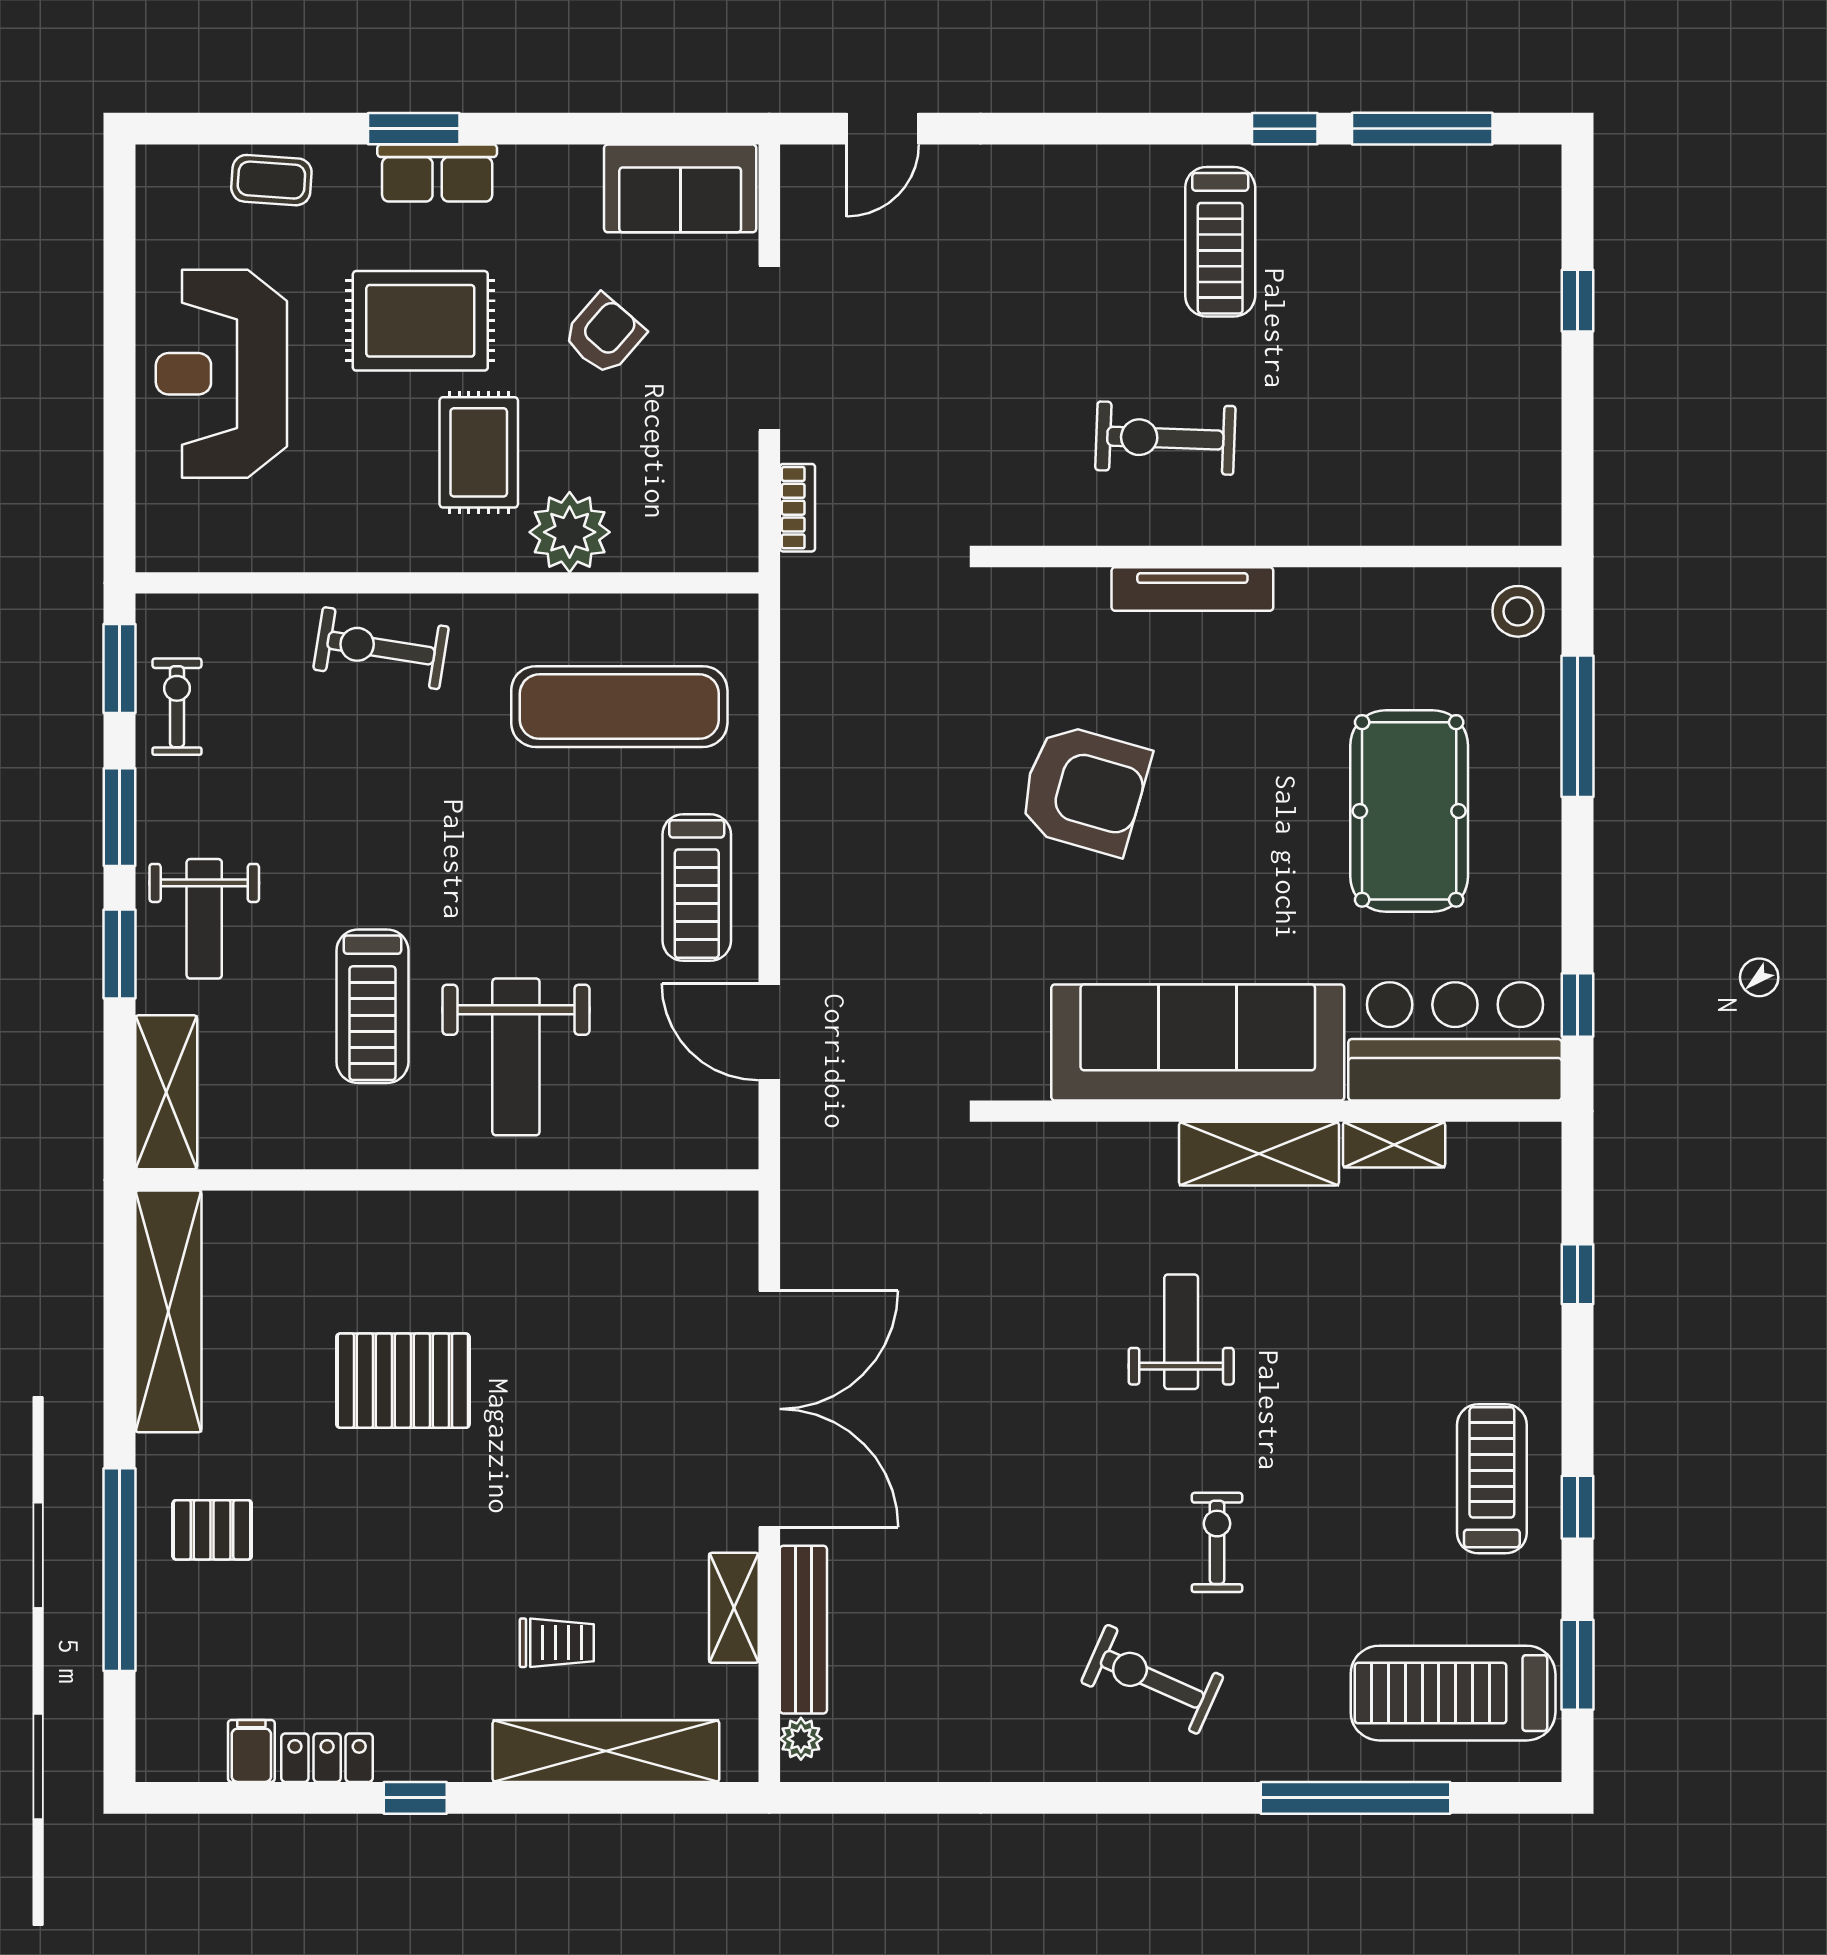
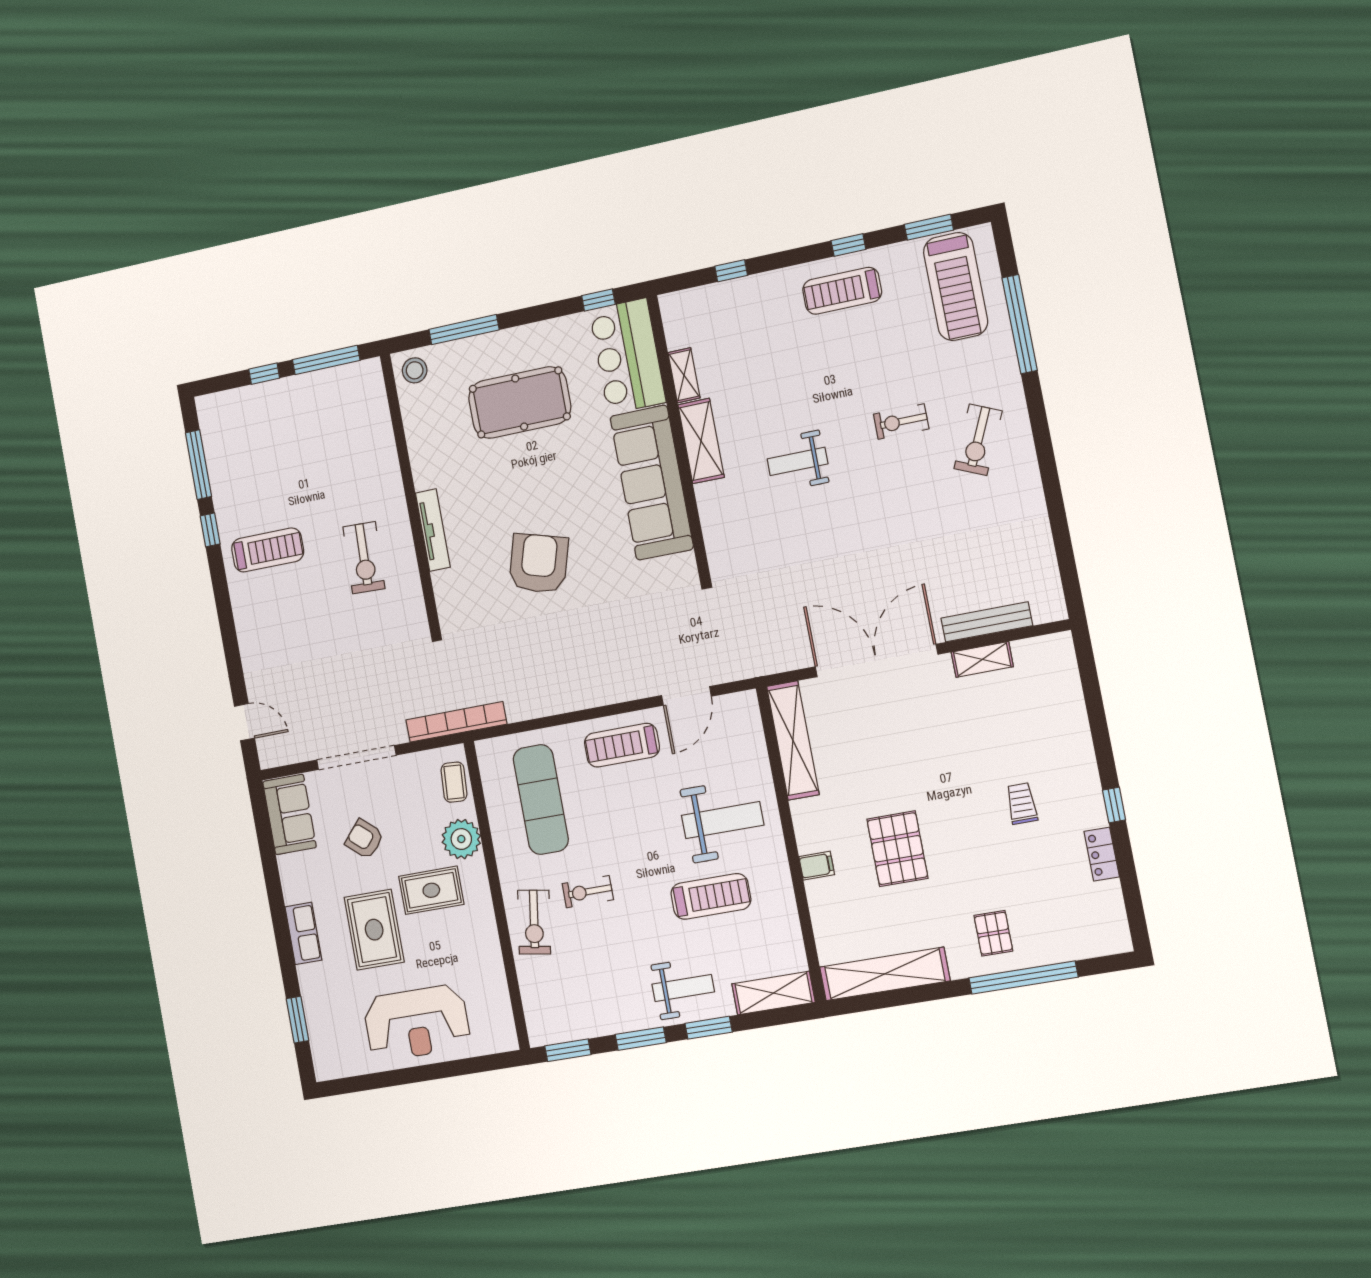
window: (414, 129) -> (297, 1020), moved
coffee table: (271, 180) -> (454, 782), moved
window: (1577, 434) -> (326, 360), added
bookcase: (797, 508) -> (456, 722), width x2.31, depth x1.31
exercise bike: (177, 707) -> (588, 892), moved
treadmill: (697, 888) -> (622, 745), turned 180
trolley: (557, 1643) -> (1022, 804), moved
plant: (801, 1739) -> (1044, 612), removed
filing cabinet: (251, 1751) -> (817, 866), moved, turned 180
shelving: (606, 1751) -> (793, 740), moved

